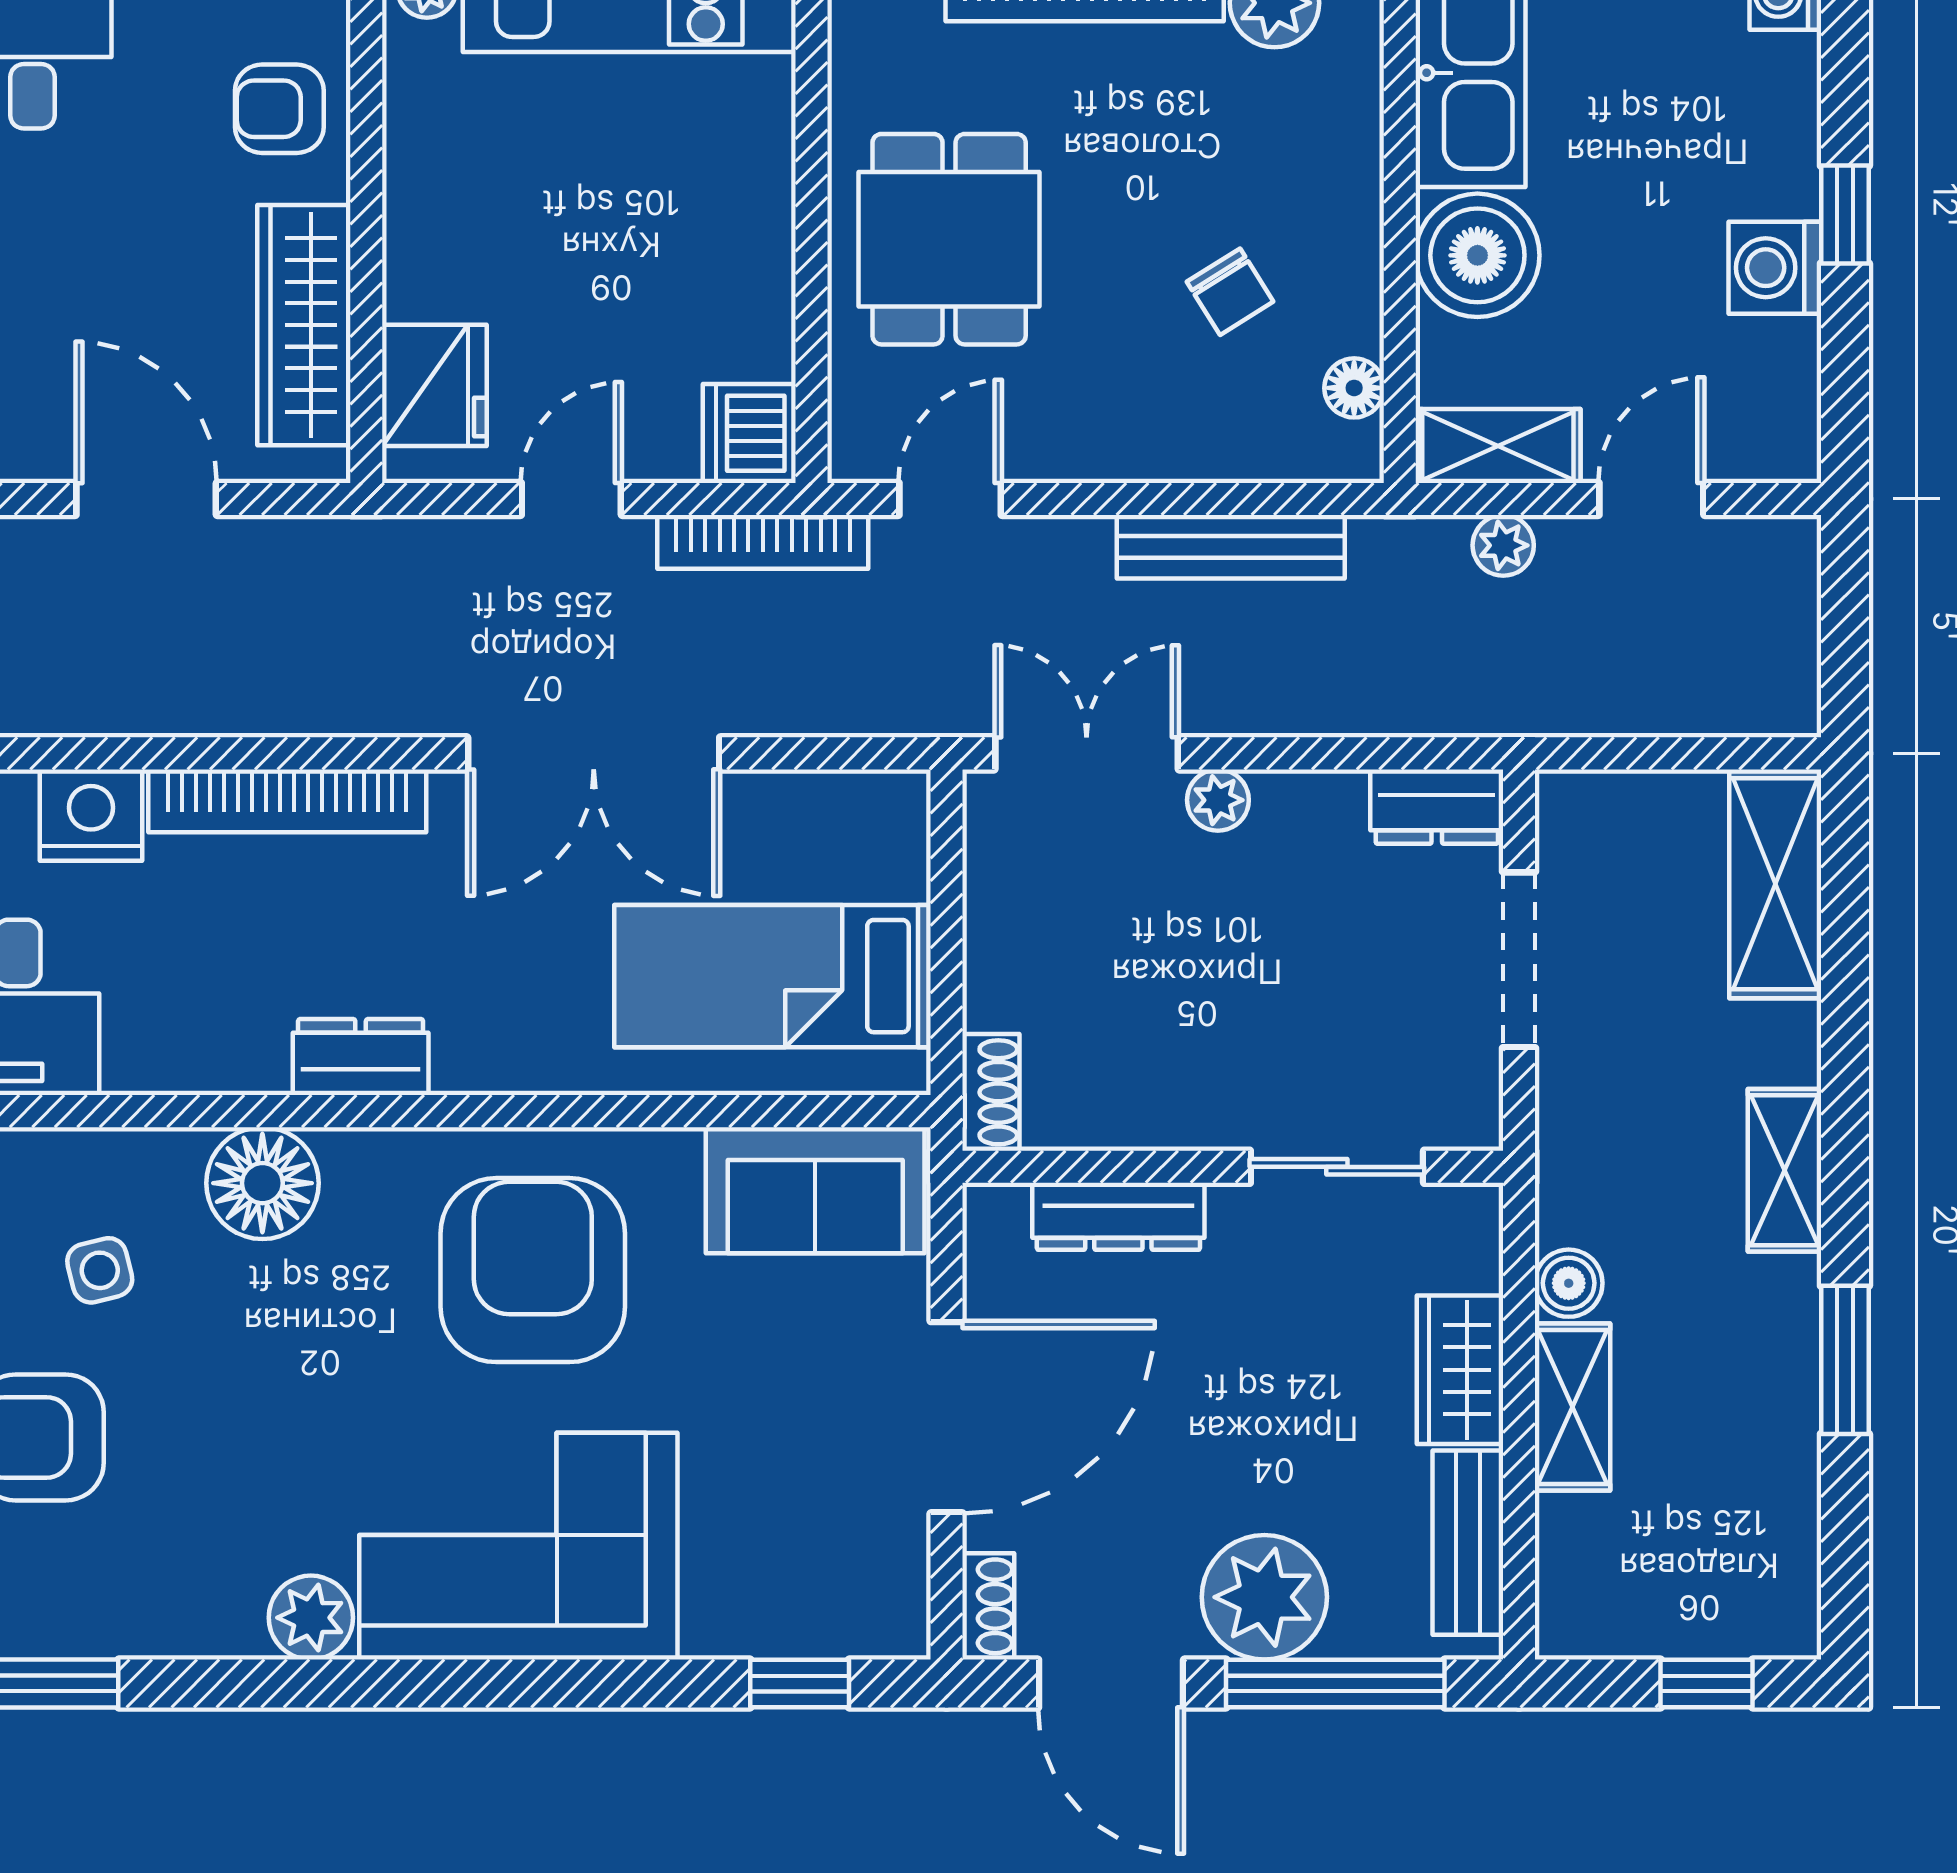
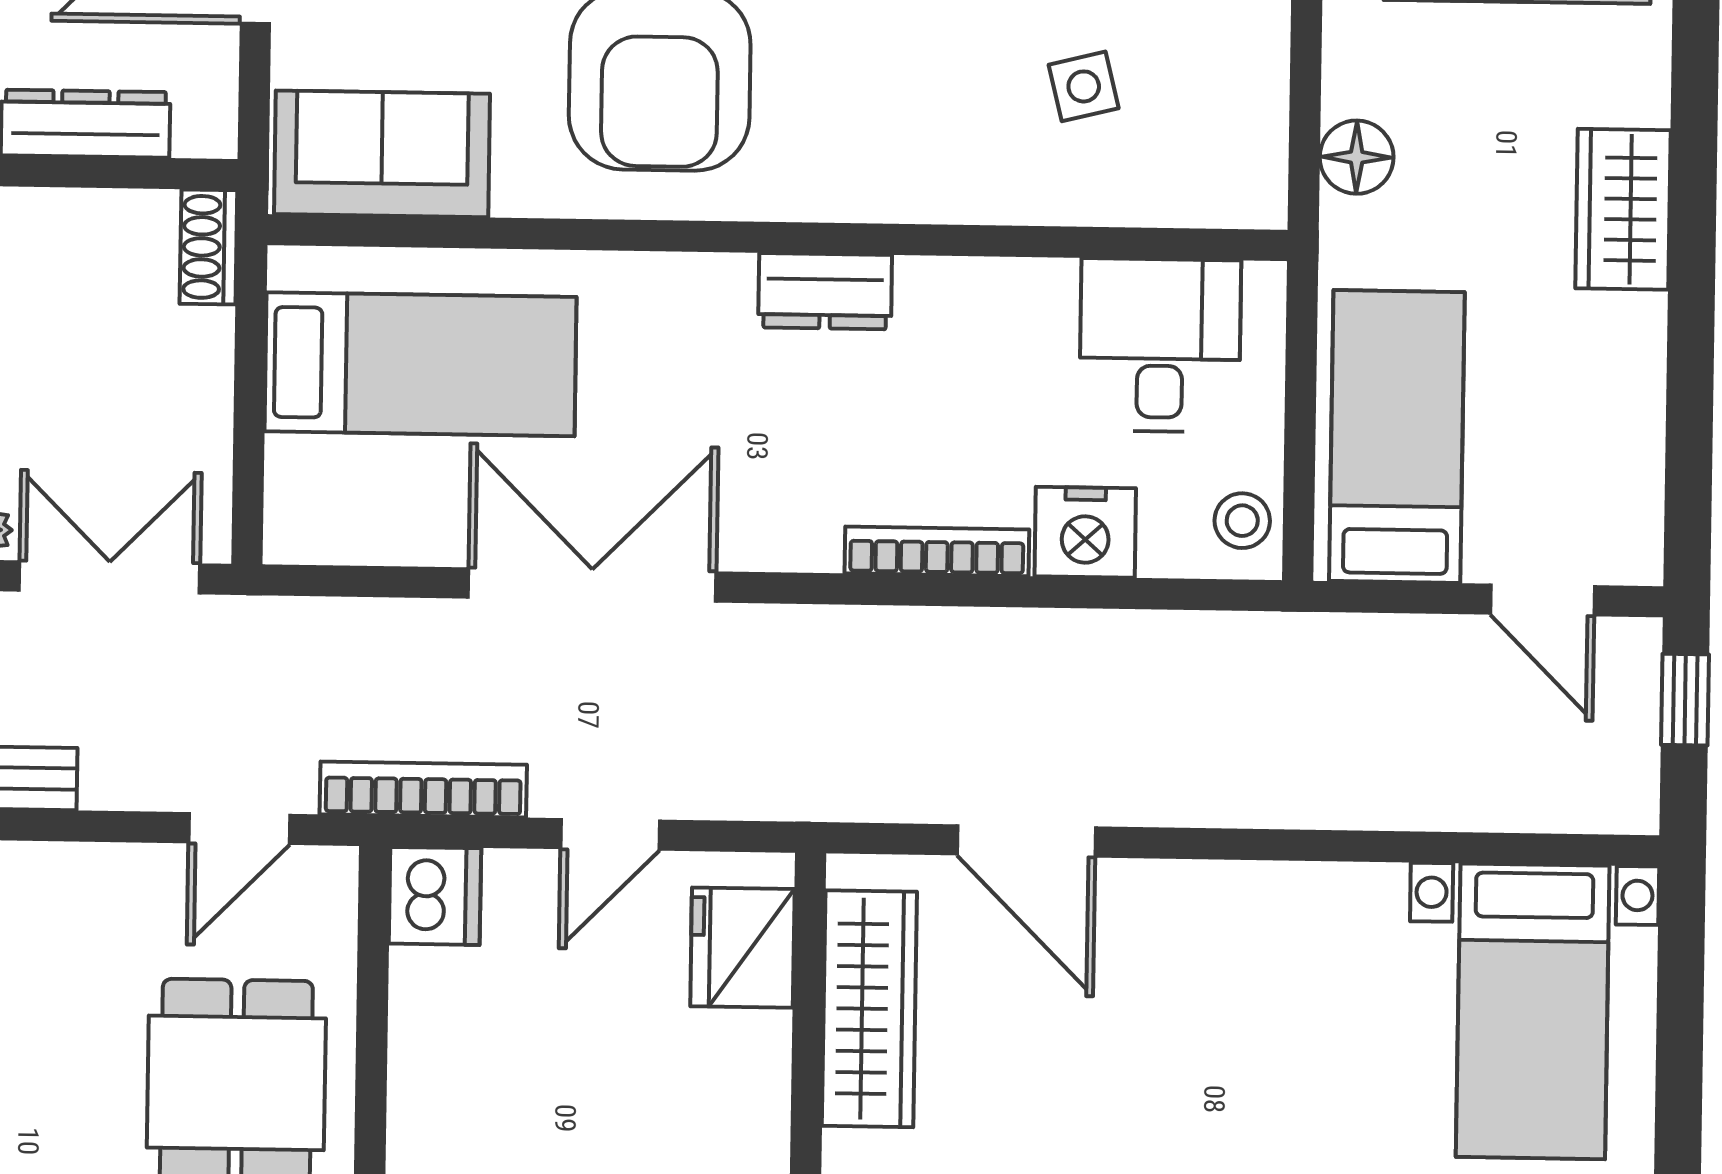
double door: (1087, 753) -> (110, 577), swing flipped
bookcase: (287, 801) -> (937, 551), width x0.68, depth x0.76
floor lamp: (262, 1183) -> (923, 169), removed

